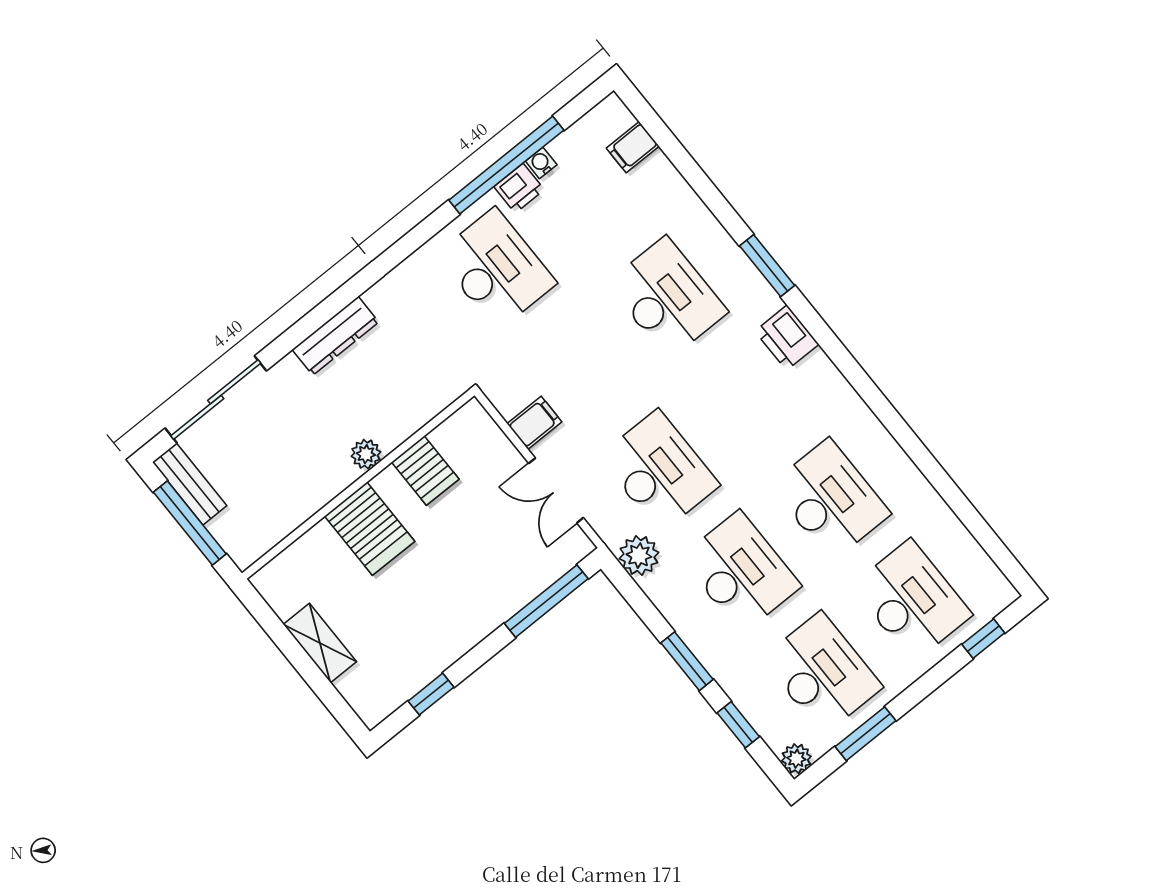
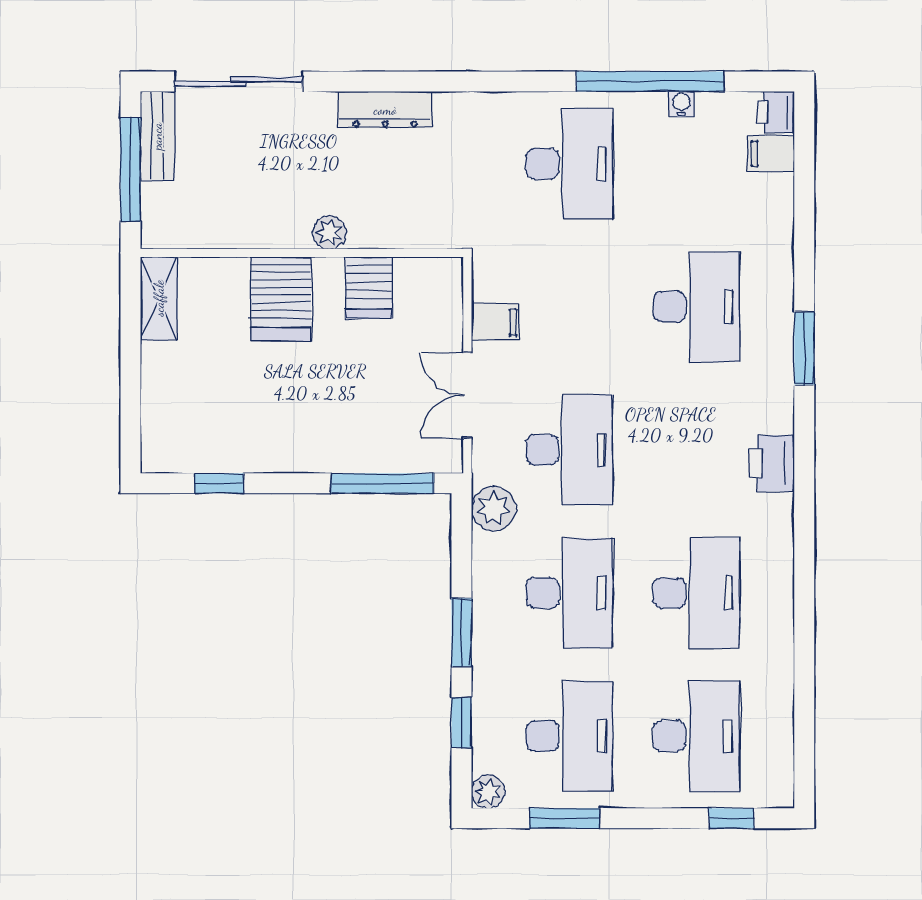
printer: (519, 188) -> (775, 112), moved, turned 90
printer: (787, 338) -> (771, 463), moved
shelving: (320, 643) -> (159, 298), moved

